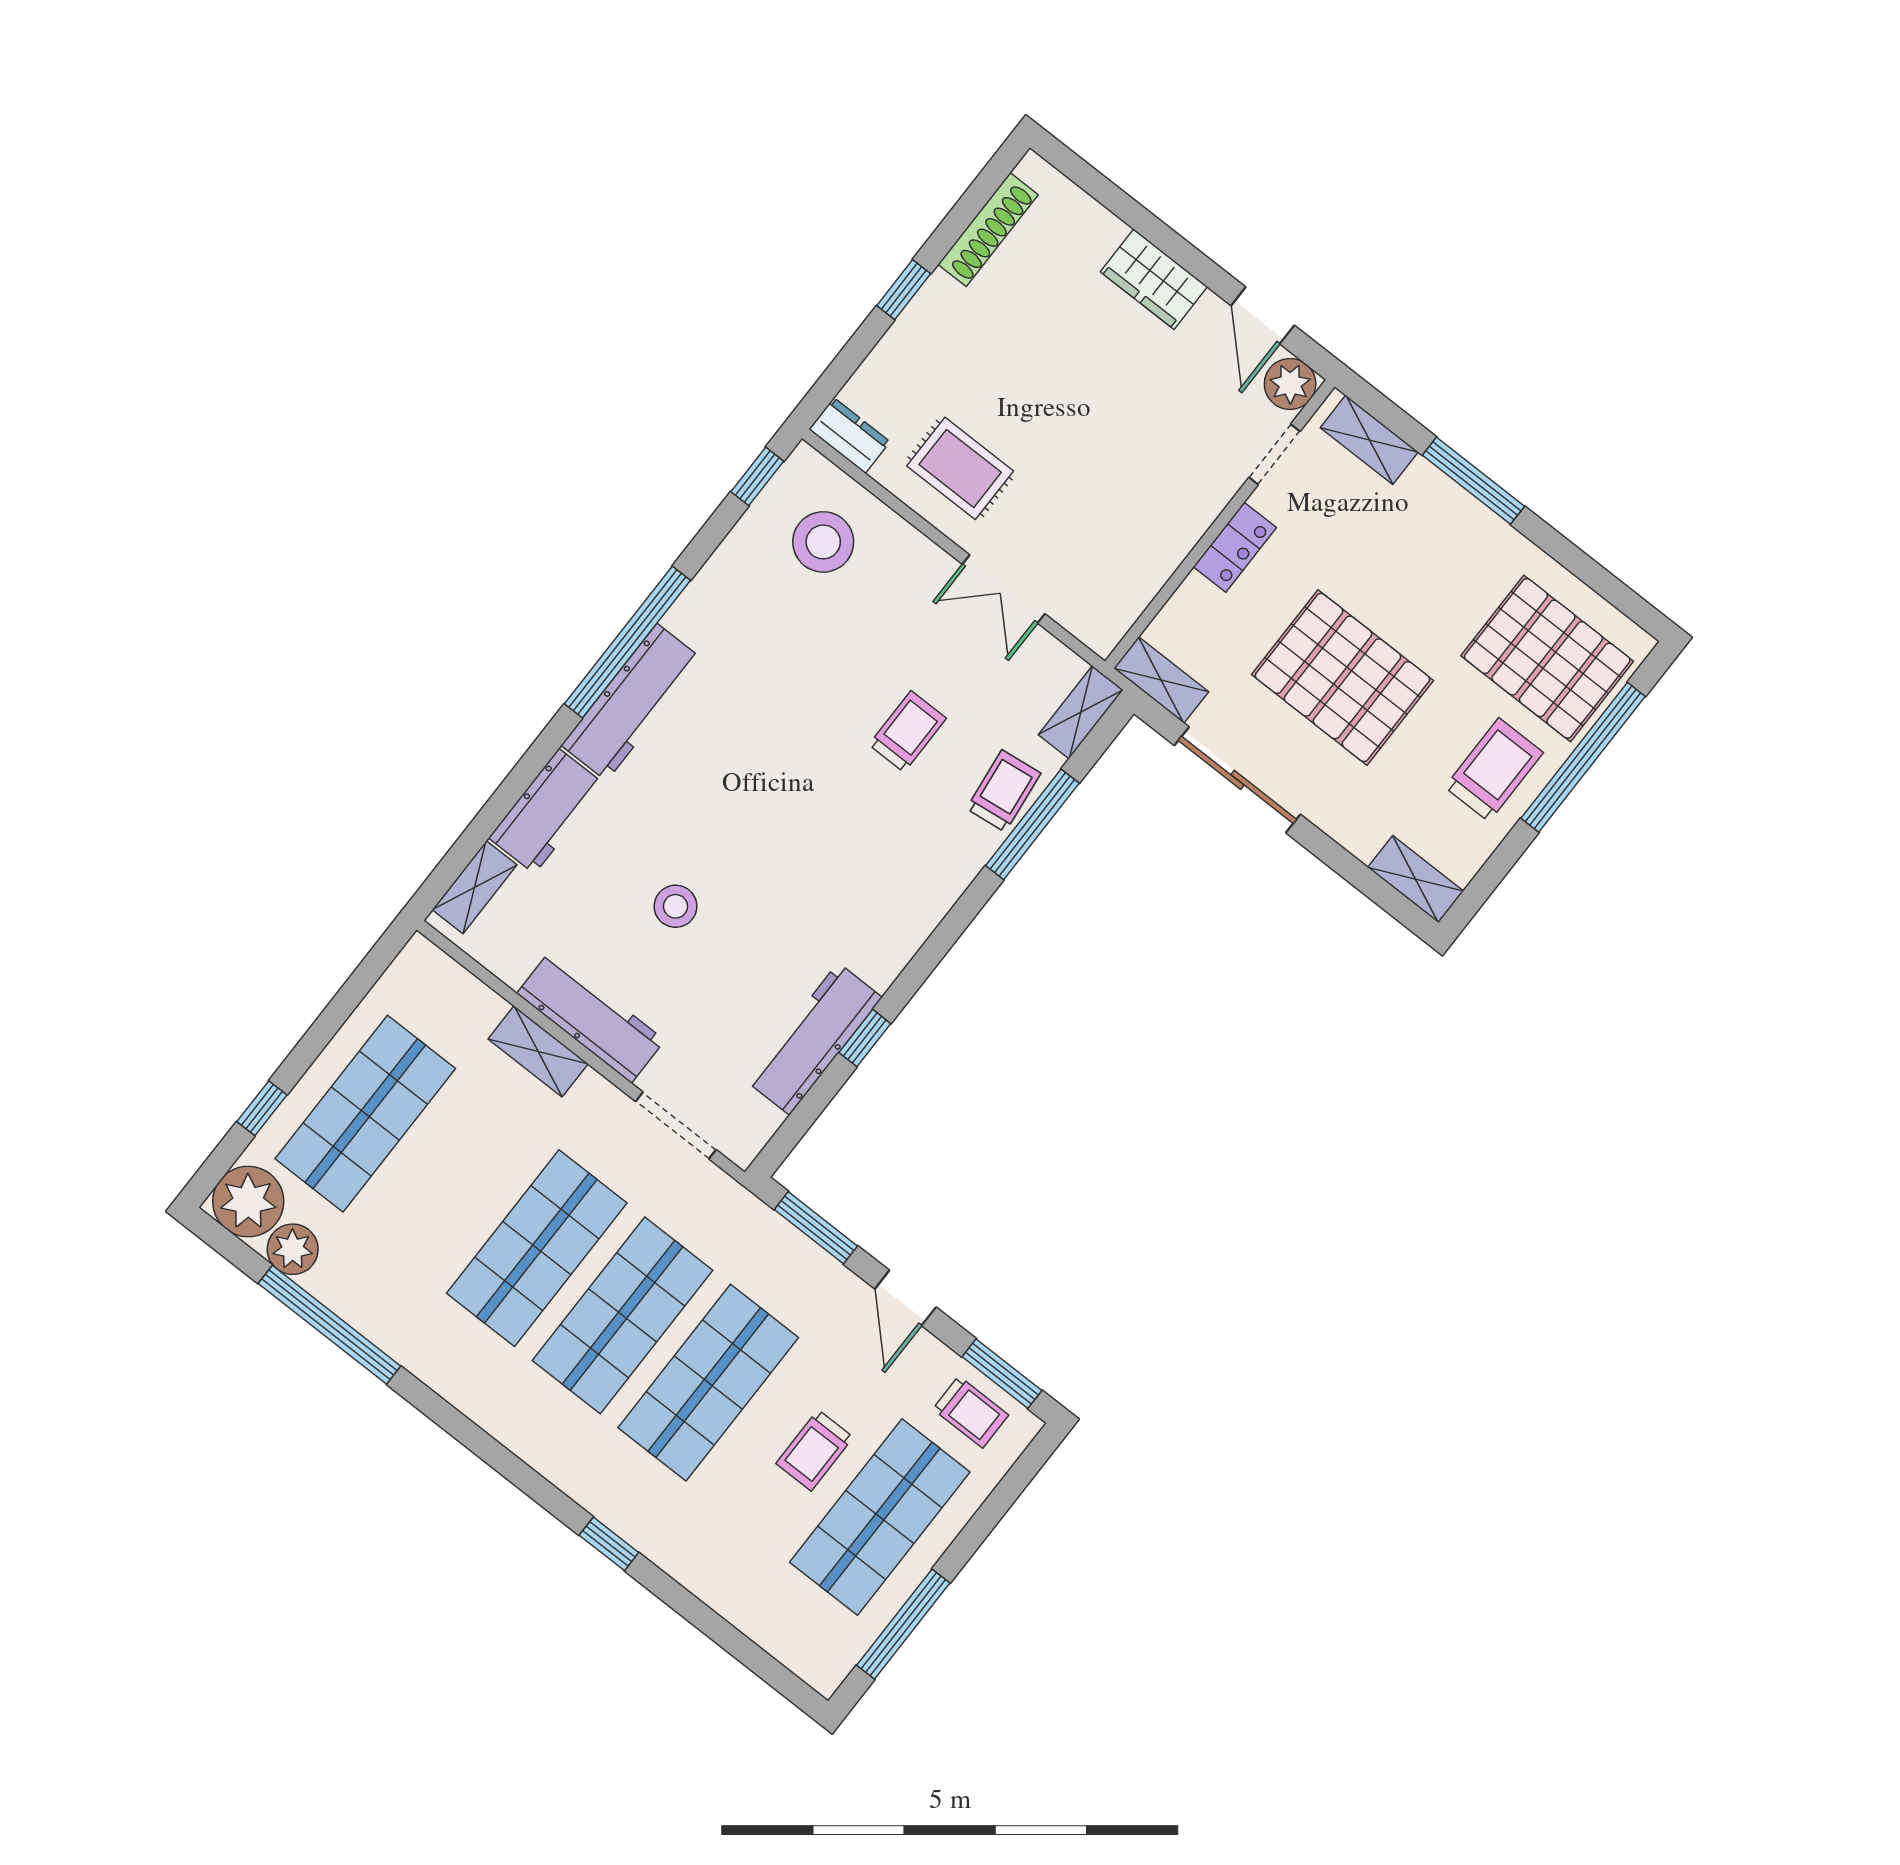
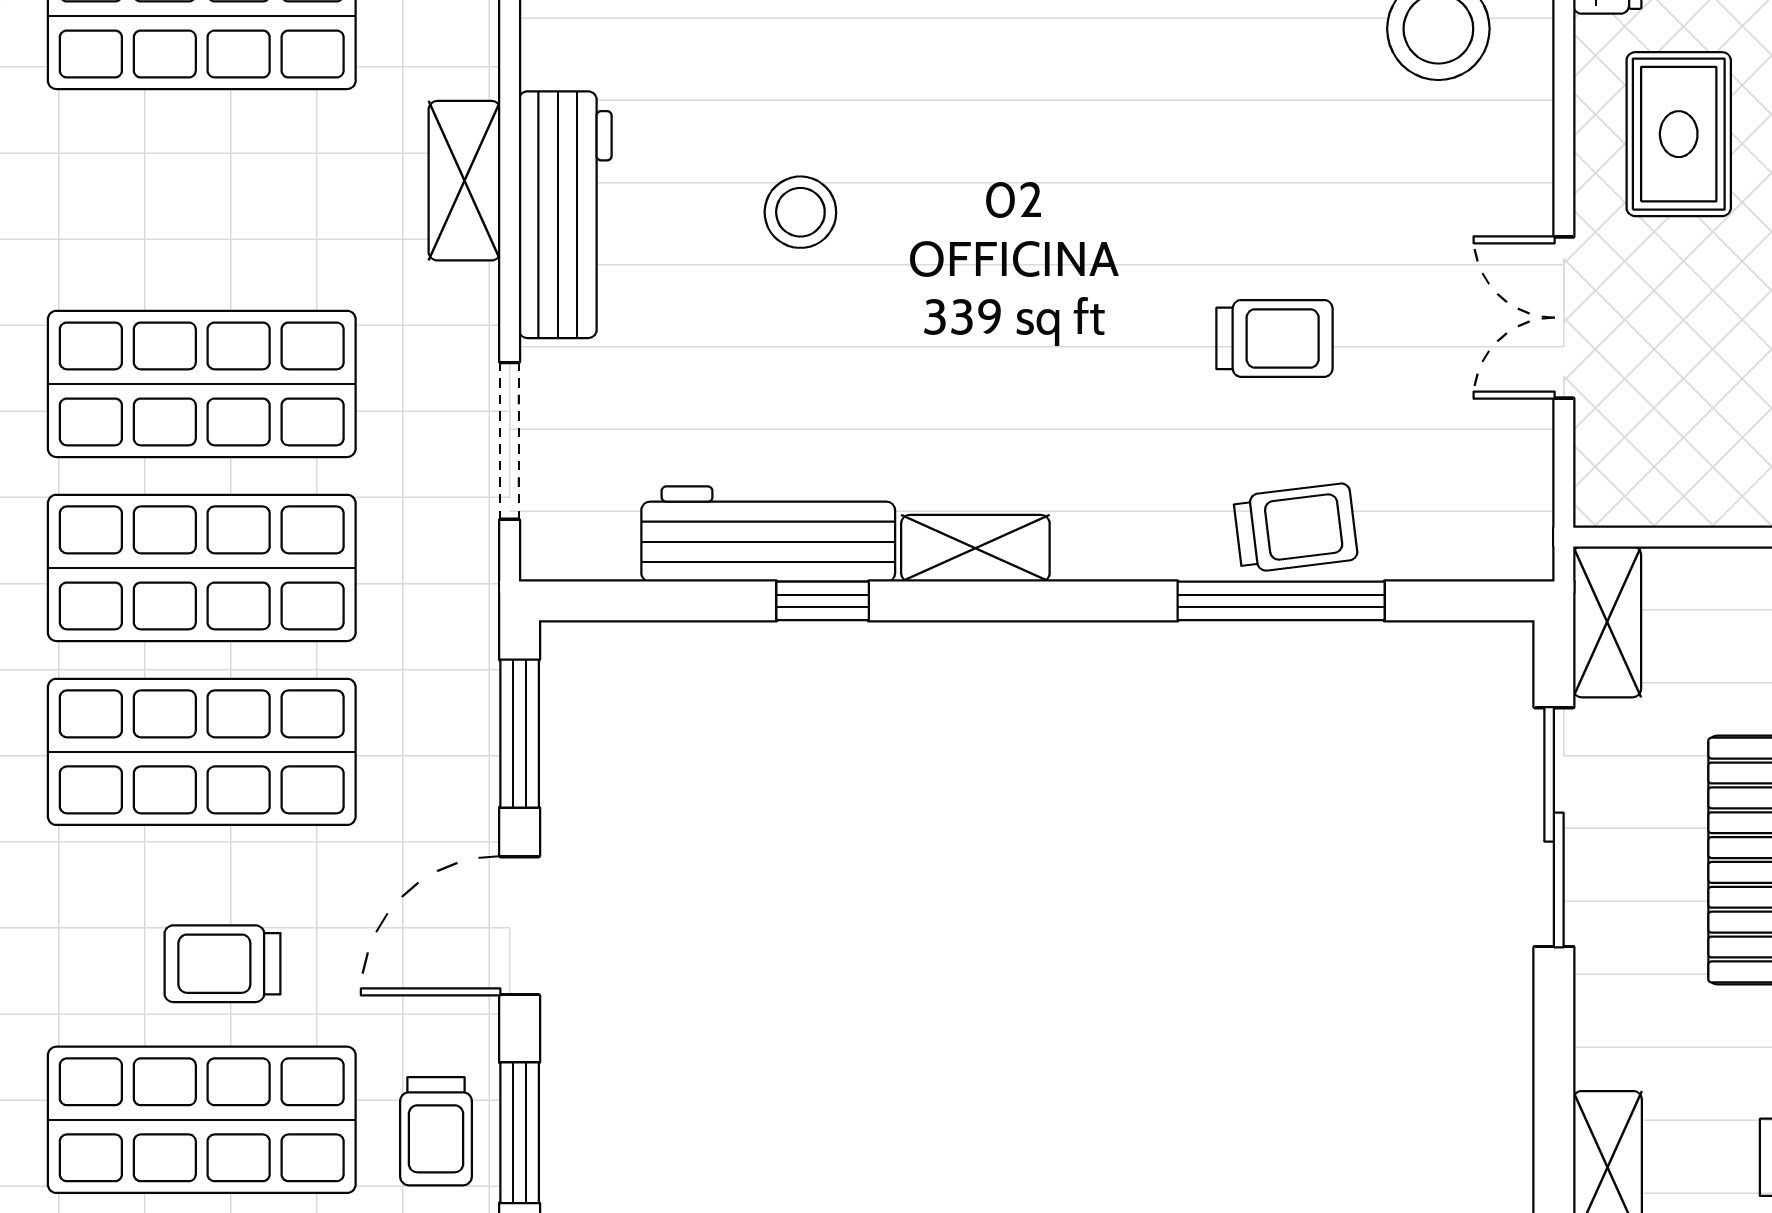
shelving: (1081, 712) -> (975, 548), moved
door: (905, 1298) -> (520, 926), width x1.38

